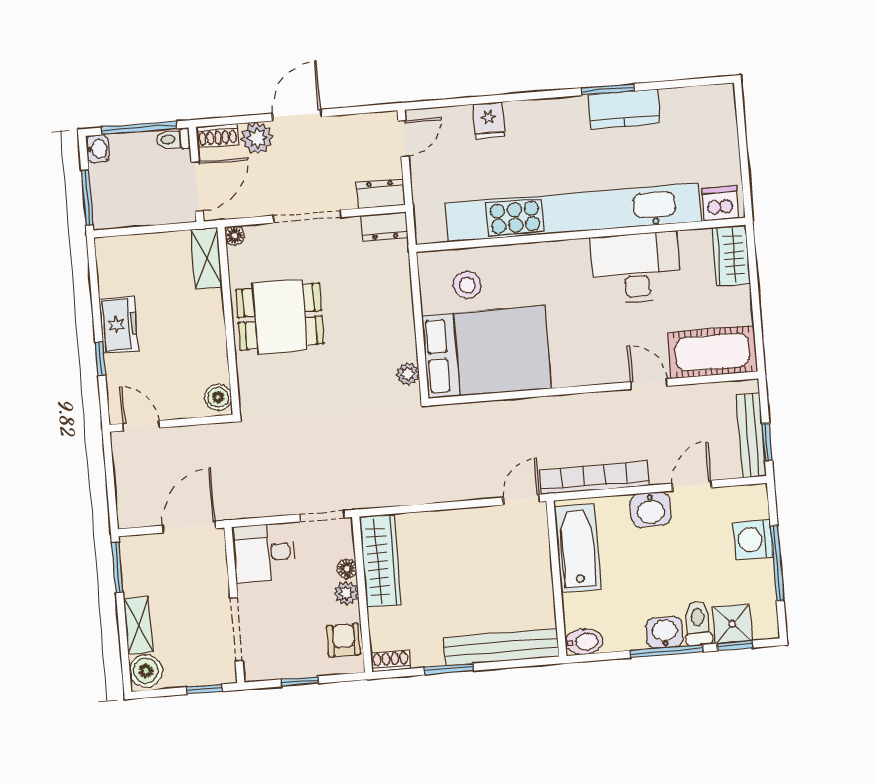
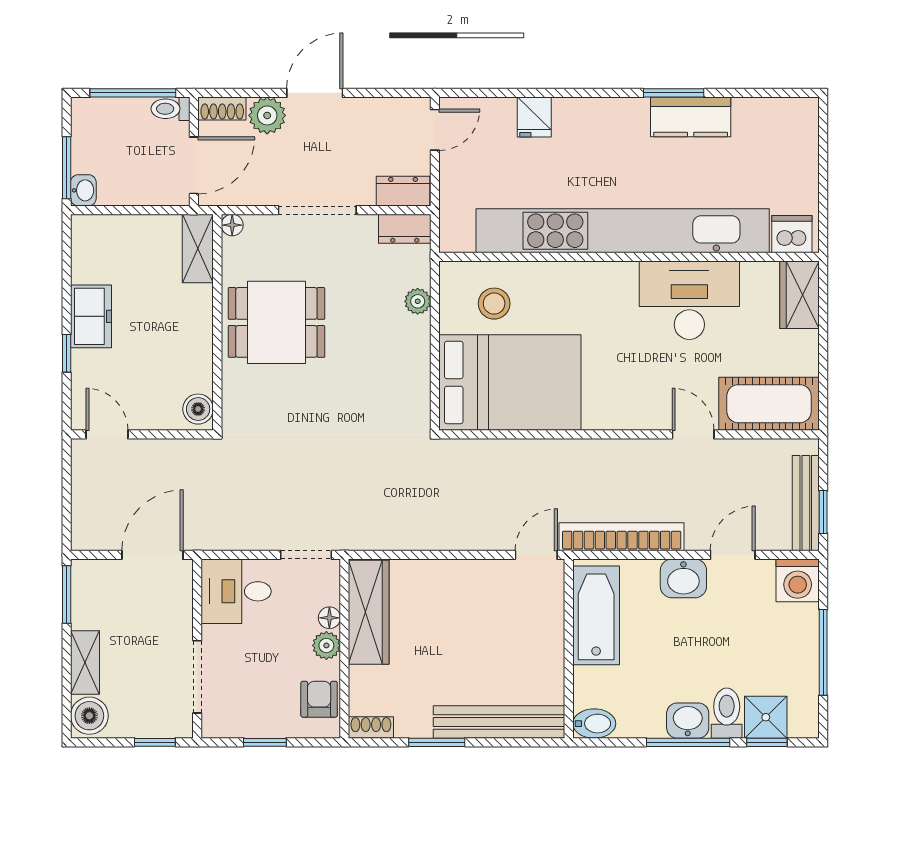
washbasin: (98, 149) -> (83, 190), moved
plant: (408, 374) -> (418, 301), moved
washing machine: (753, 540) -> (798, 580), moved, turned -90

